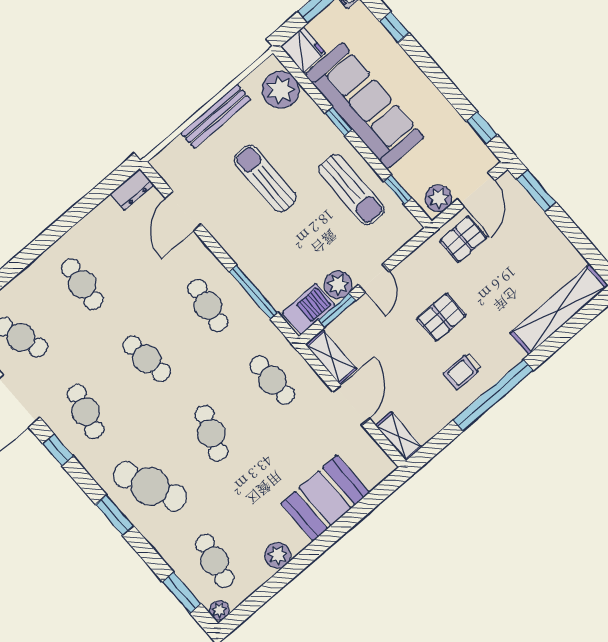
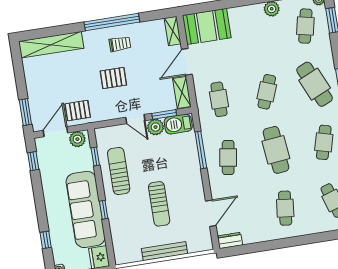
plant: (281, 90) -> (123, 244), removed
door: (374, 278) -> (135, 119), swing flipped
cafe table: (147, 359) -> (276, 150), width x1.37, depth x1.35
booth: (325, 498) -> (207, 26), moved

